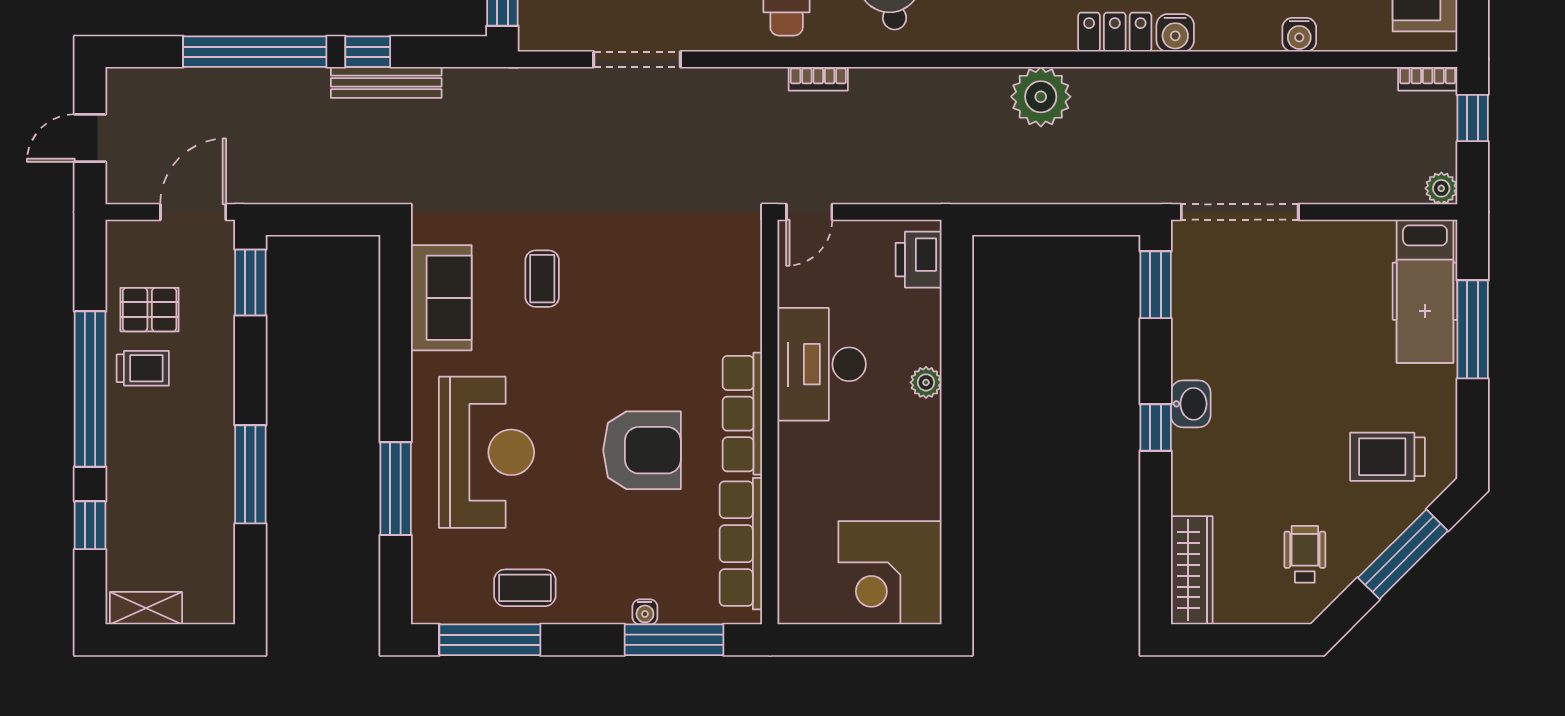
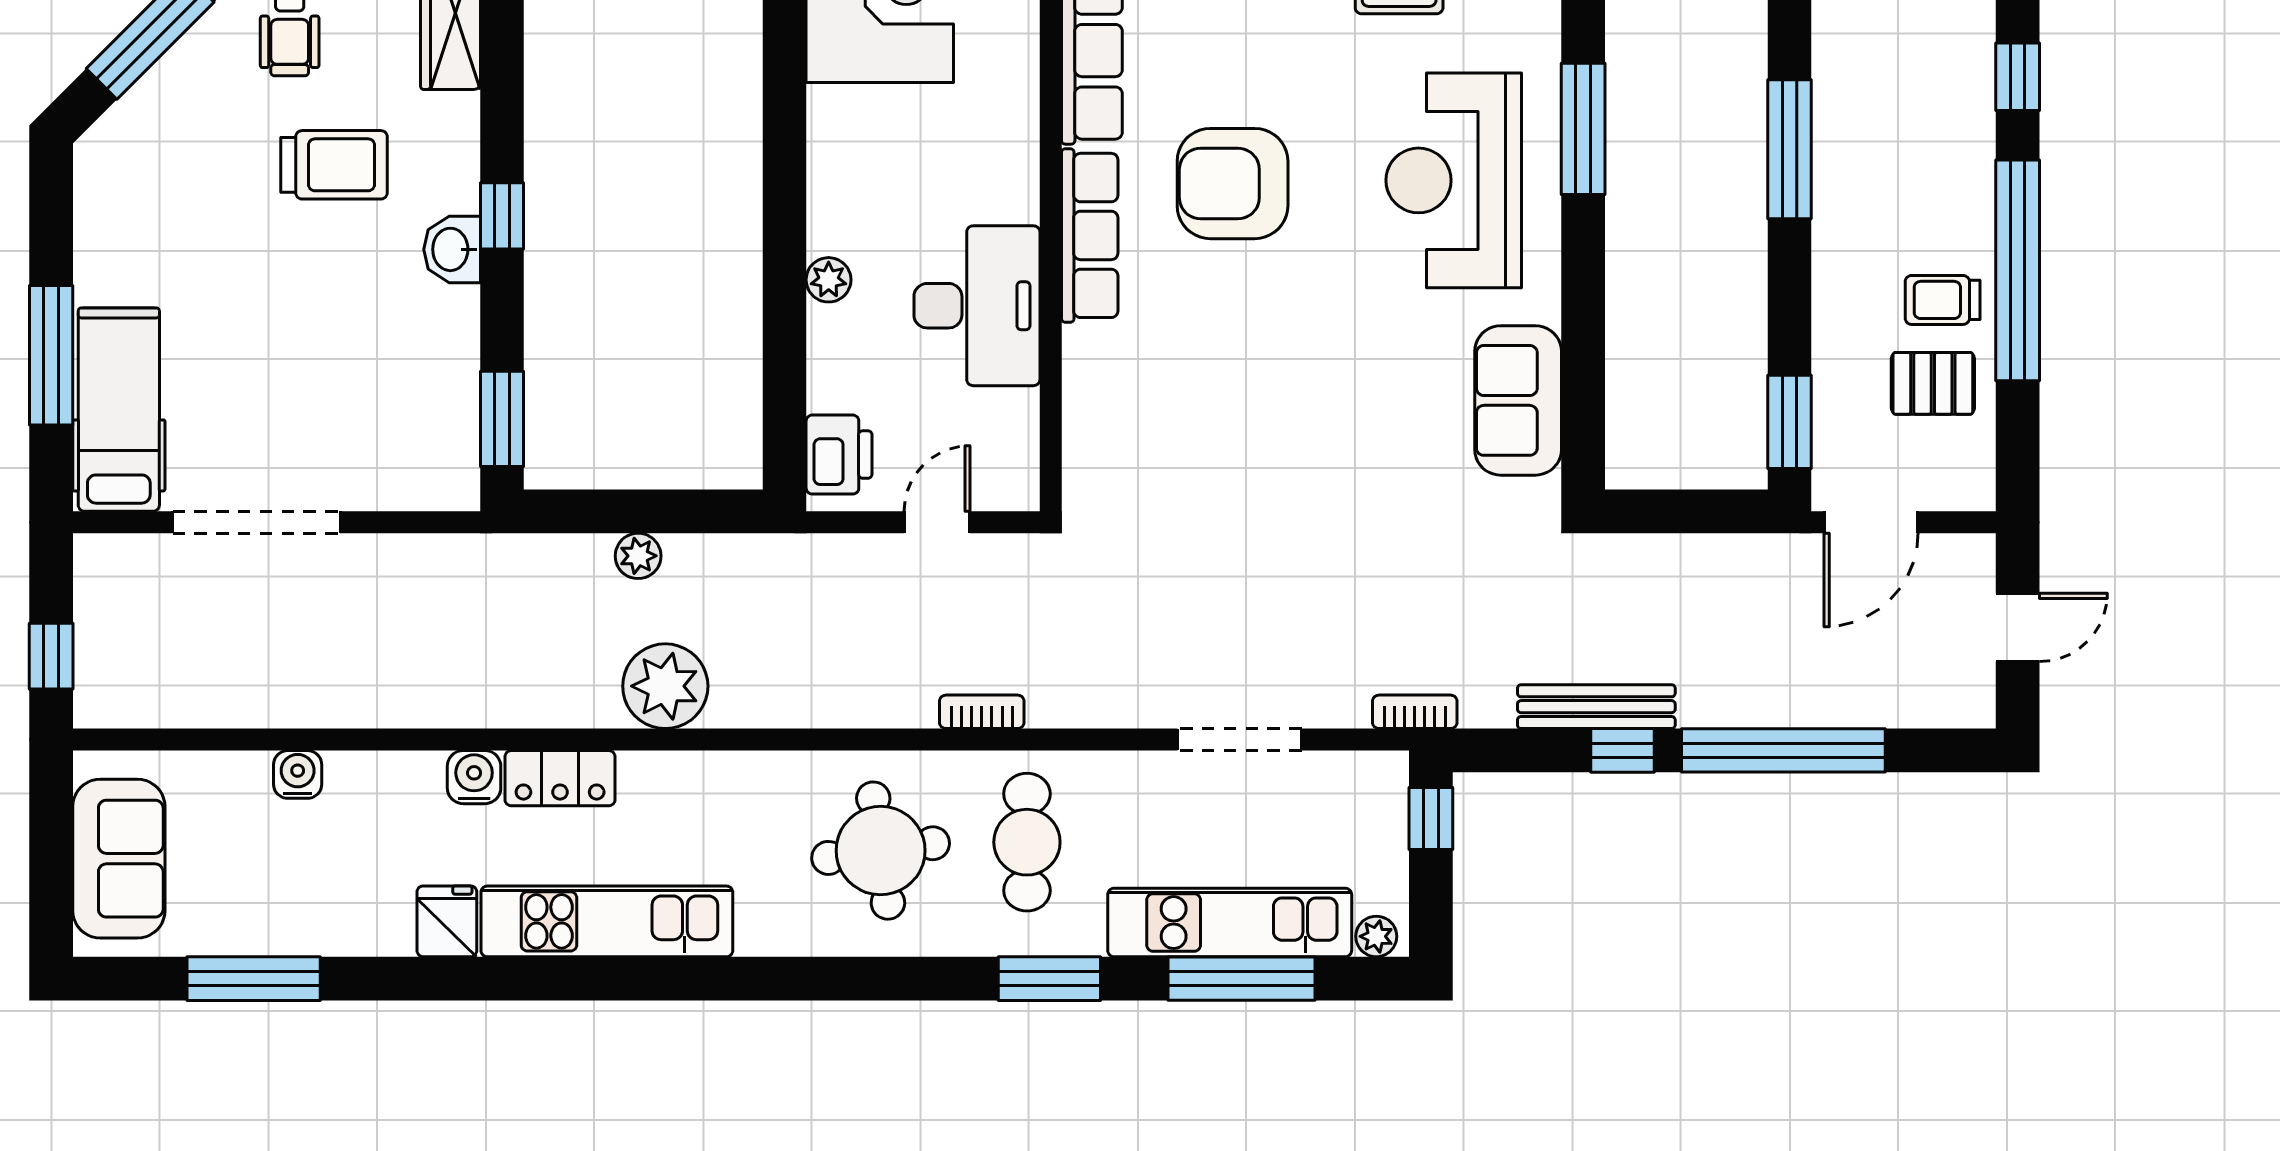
bookcase: (1428, 79) -> (1415, 712), moved
plant: (1441, 188) -> (638, 556), moved
door: (809, 212) -> (937, 522), moved
doorway: (1240, 212) -> (256, 522), moved
coffee table: (542, 279) -> (1375, 427), removed
trolley: (1387, 457) -> (334, 165), moved

